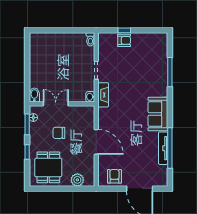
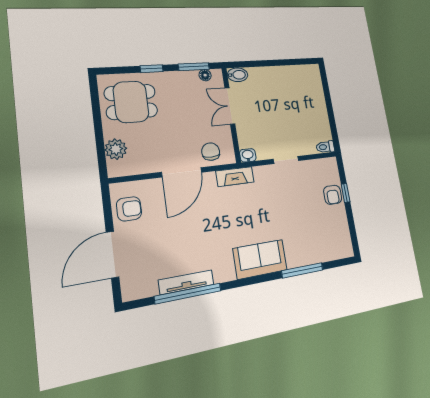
fireplace: (103, 95) -> (235, 177), moved
double door: (56, 104) -> (230, 106), swing flipped
sofa: (158, 114) -> (260, 259), moved
chair: (59, 133) -> (211, 152), moved

